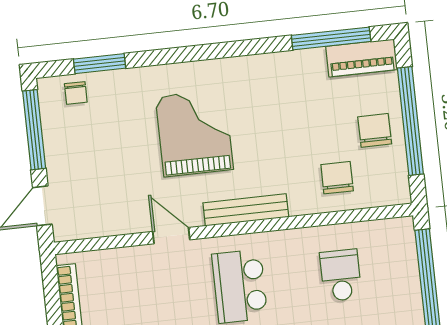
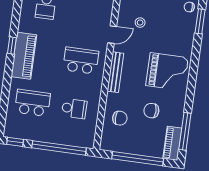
chair: (375, 130) -> (151, 111), moved, turned 180
grand piano: (194, 133) -> (167, 72), moved
stool: (132, 185) -> (140, 23), added

